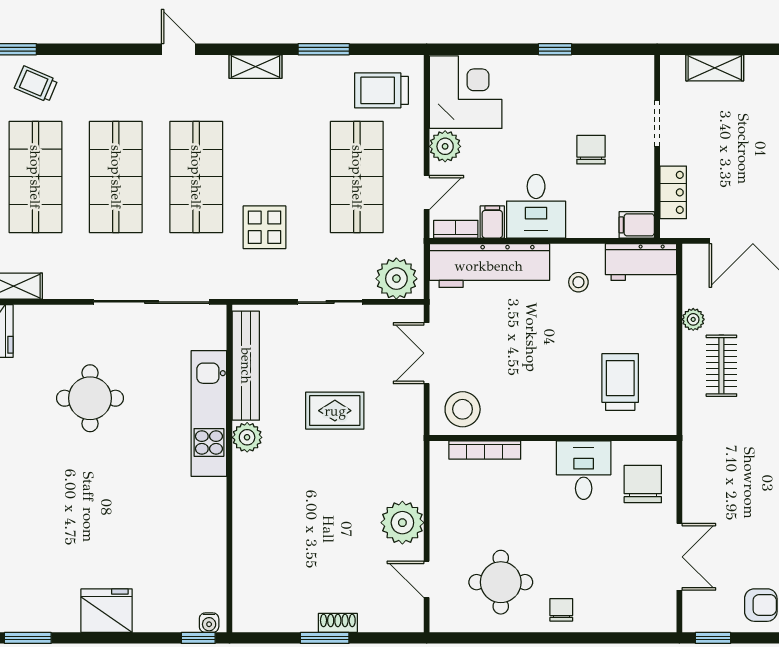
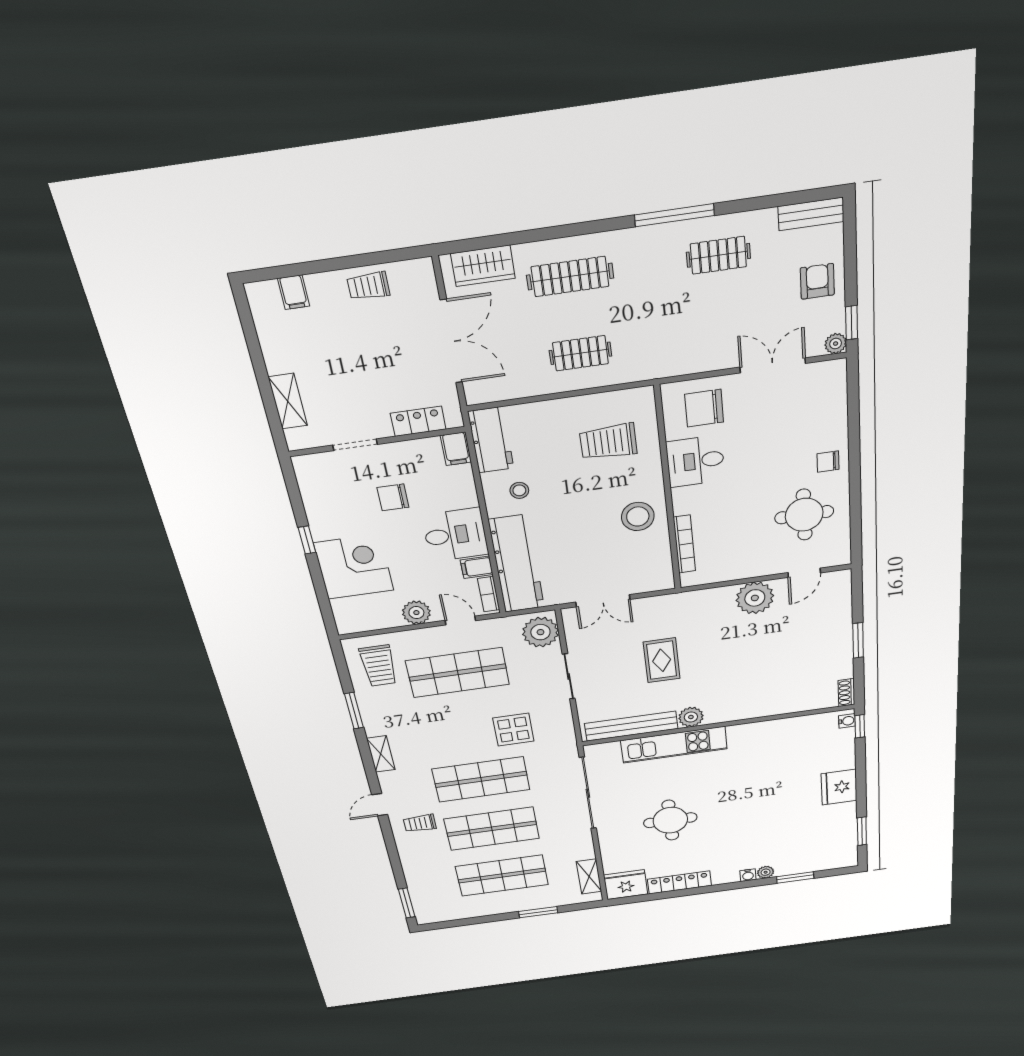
trolley: (36, 84) -> (420, 823), moved, turned 67
corner desk: (466, 92) -> (354, 567), moved, turned 90
plant: (693, 319) -> (836, 344), moved
stool: (463, 409) -> (638, 516), moved
shoe rack: (338, 623) -> (846, 693), moved

